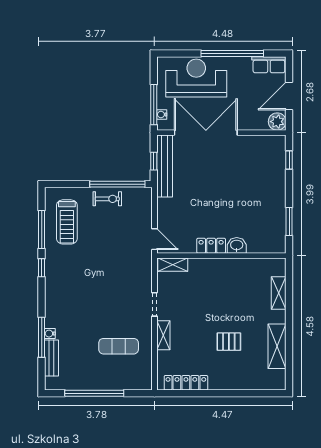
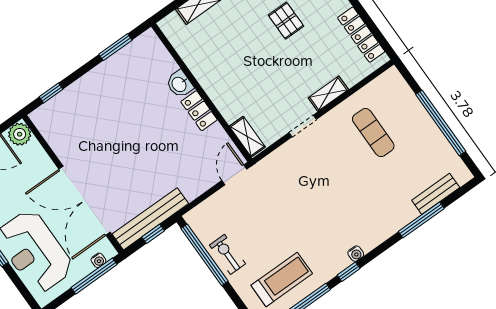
water cooler: (50, 334) -> (356, 254), moved

